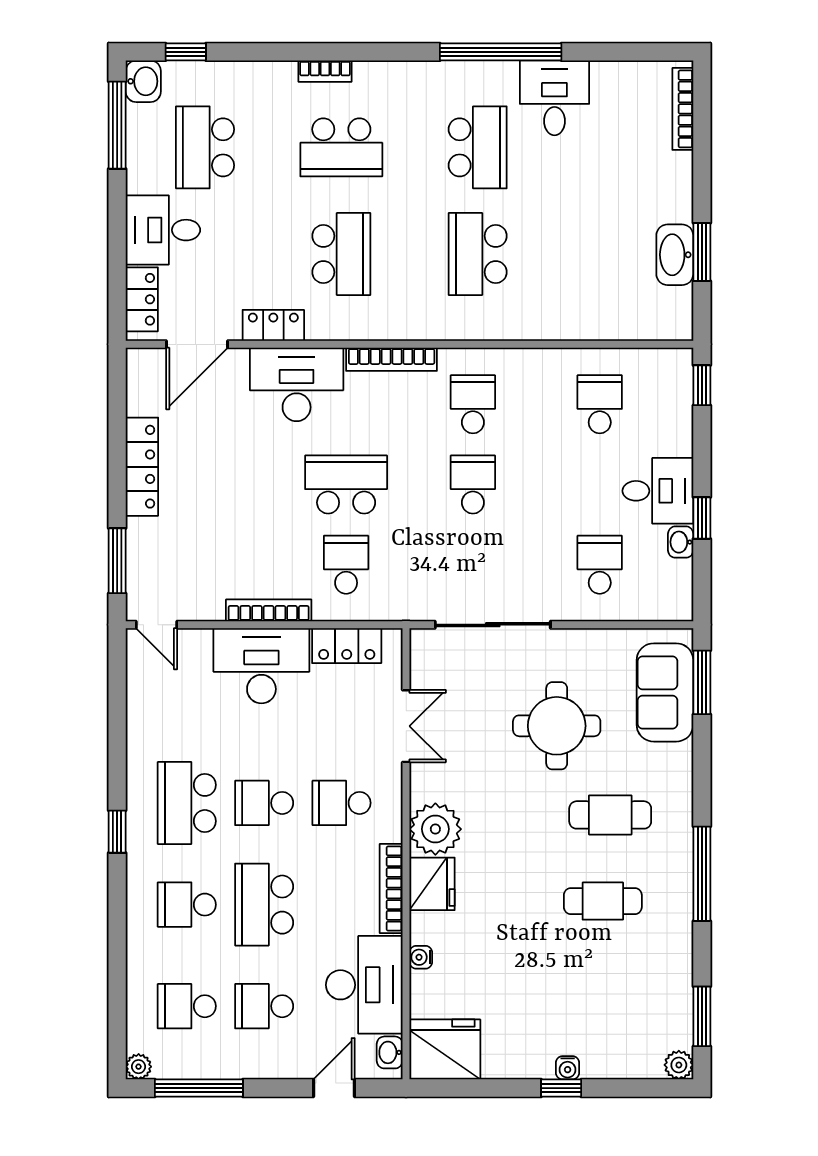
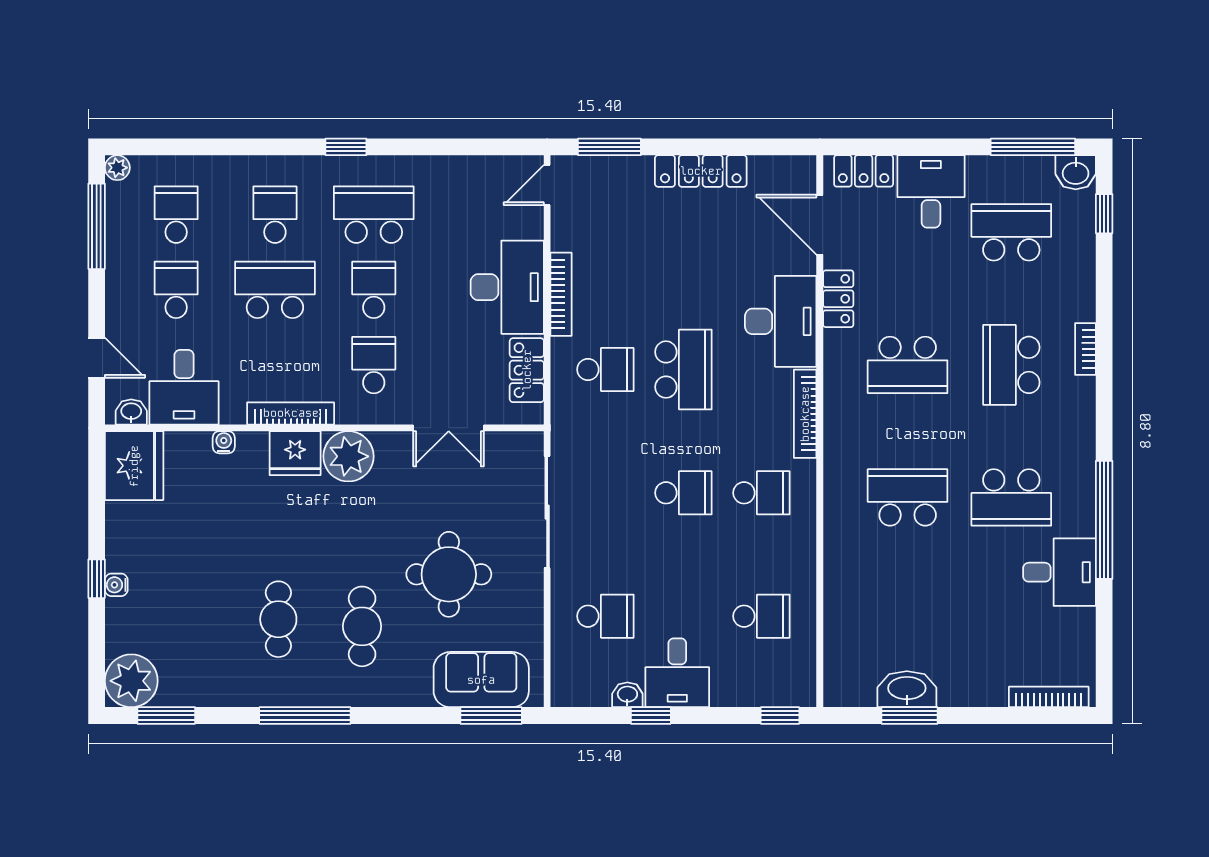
desk: (364, 985) -> (184, 387), width x0.73
plant: (679, 1065) -> (131, 681), width x1.88, depth x1.88

